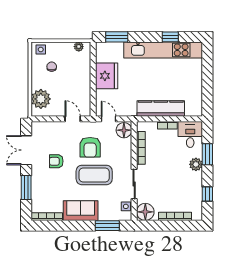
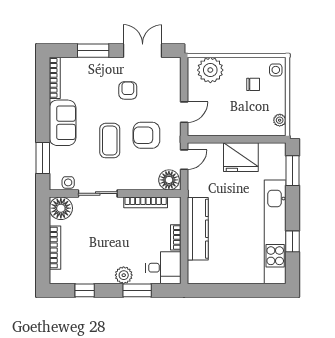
coffee table: (94, 175) -> (110, 141), width x0.73, depth x0.76

